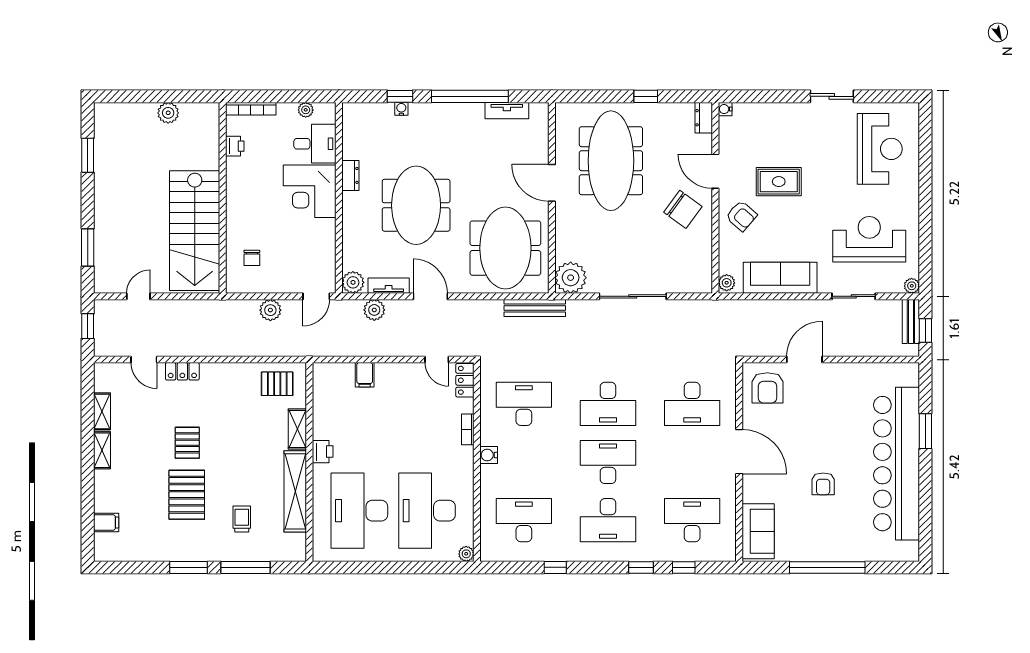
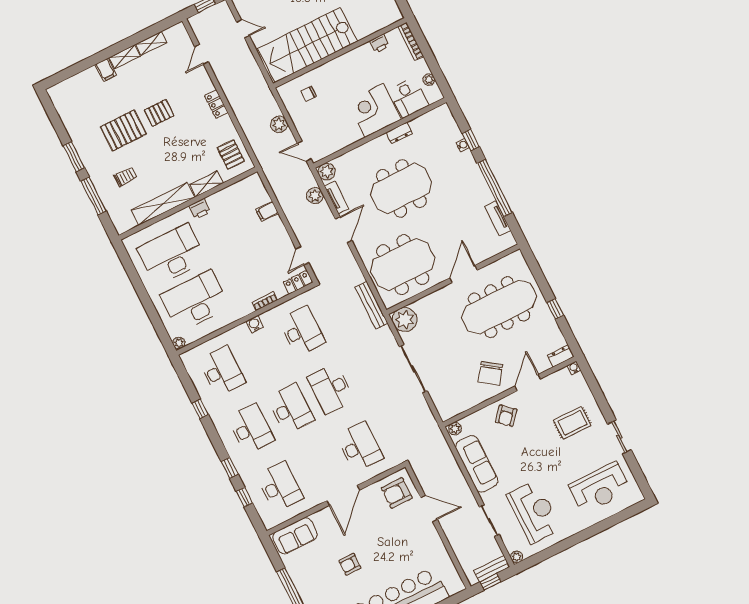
rug: (779, 182) -> (572, 423), moved, turned 90
locker: (182, 371) -> (216, 104), moved
desk: (692, 404) -> (360, 447), turned 180
desk: (608, 520) -> (251, 429), turned 180
filing cabinet: (106, 523) -> (106, 70), moved

